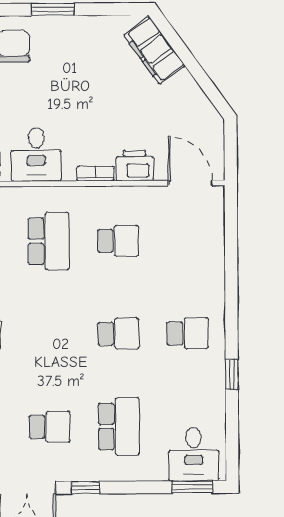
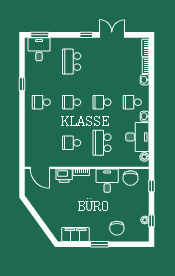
filing cabinet: (154, 50) -> (75, 235), moved, turned -54
school desk: (50, 427) -> (102, 102), moved

